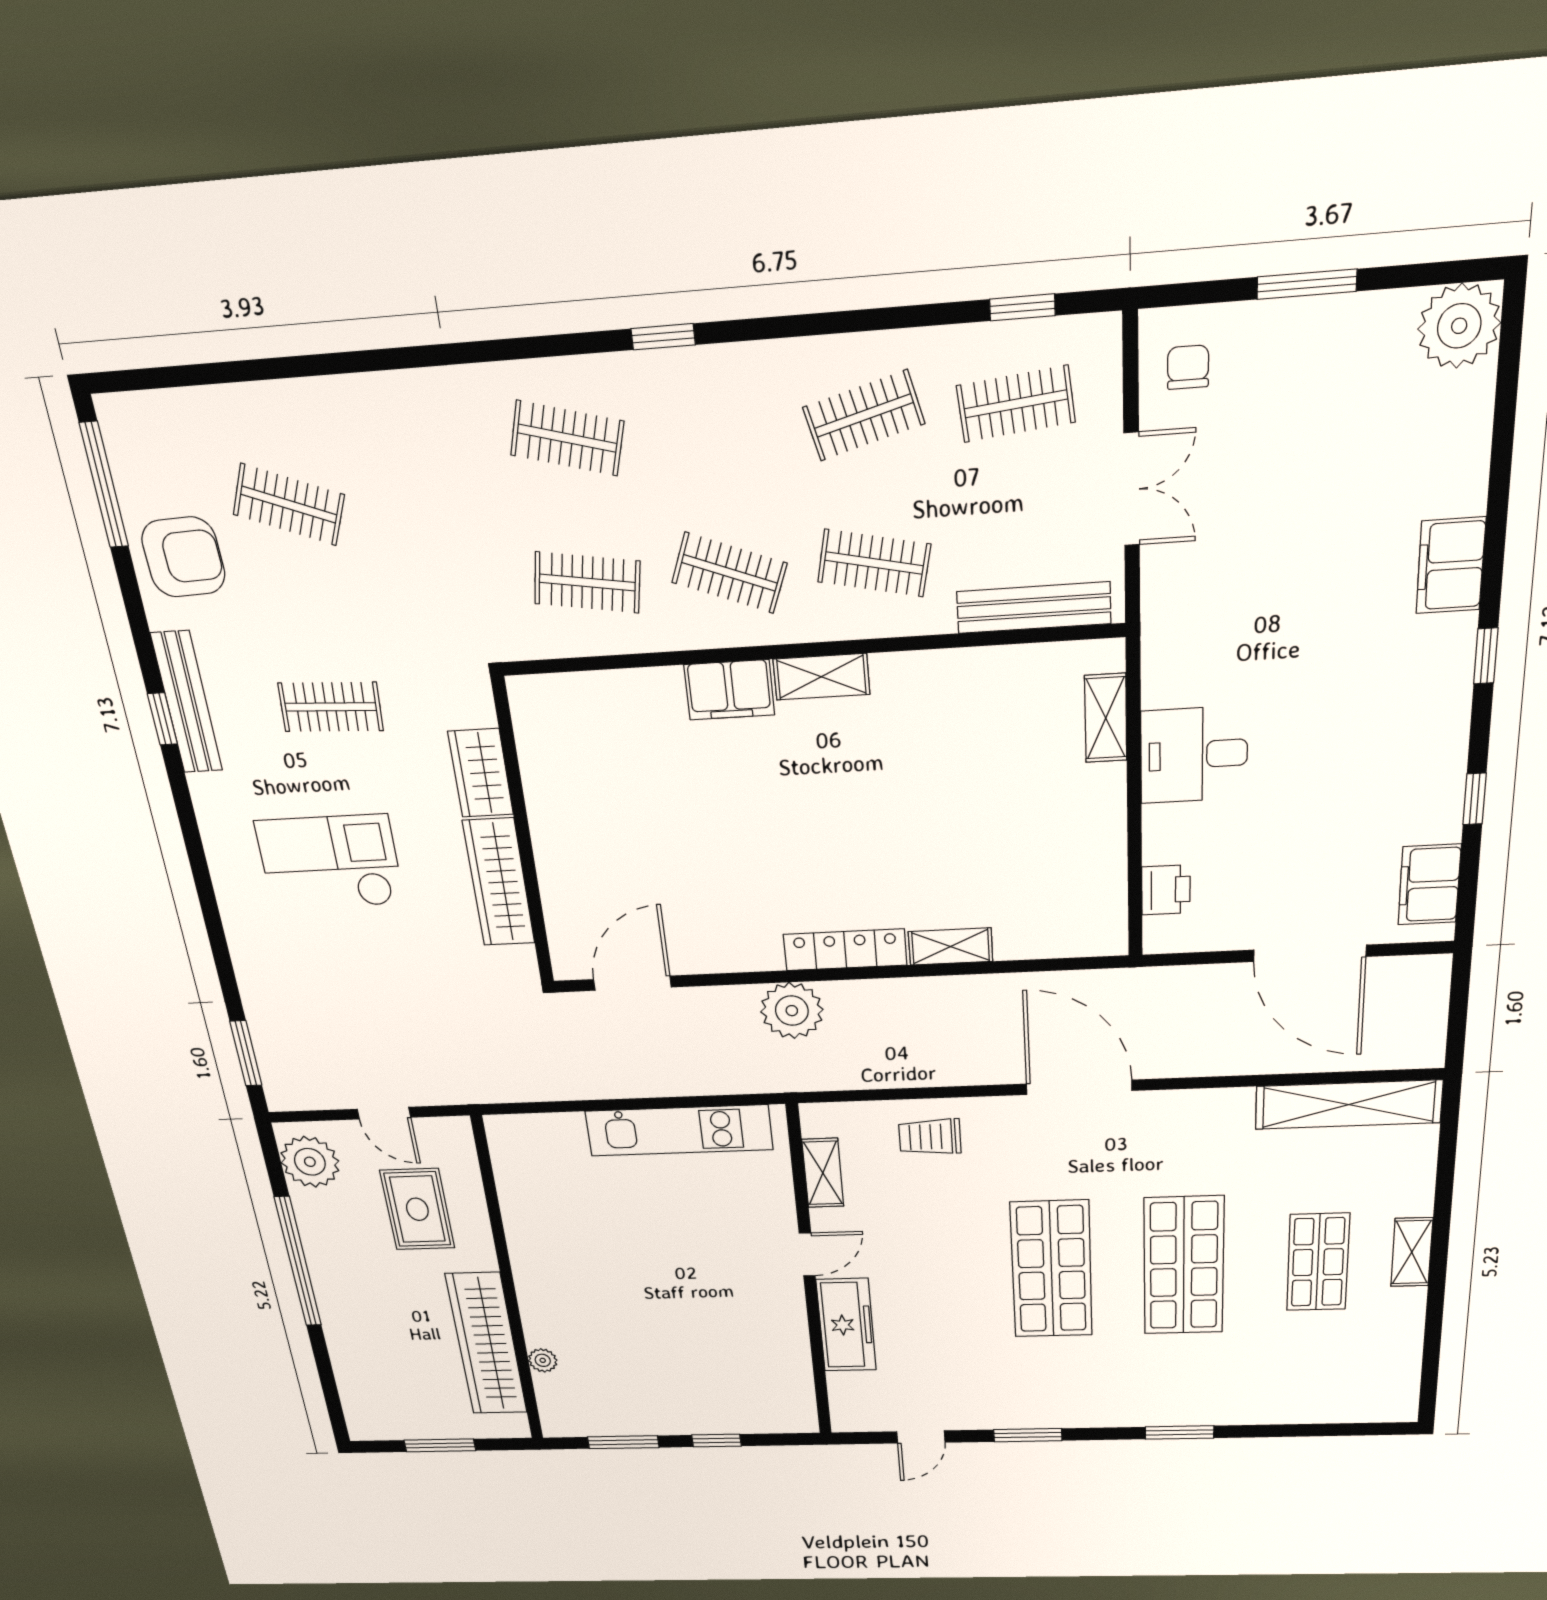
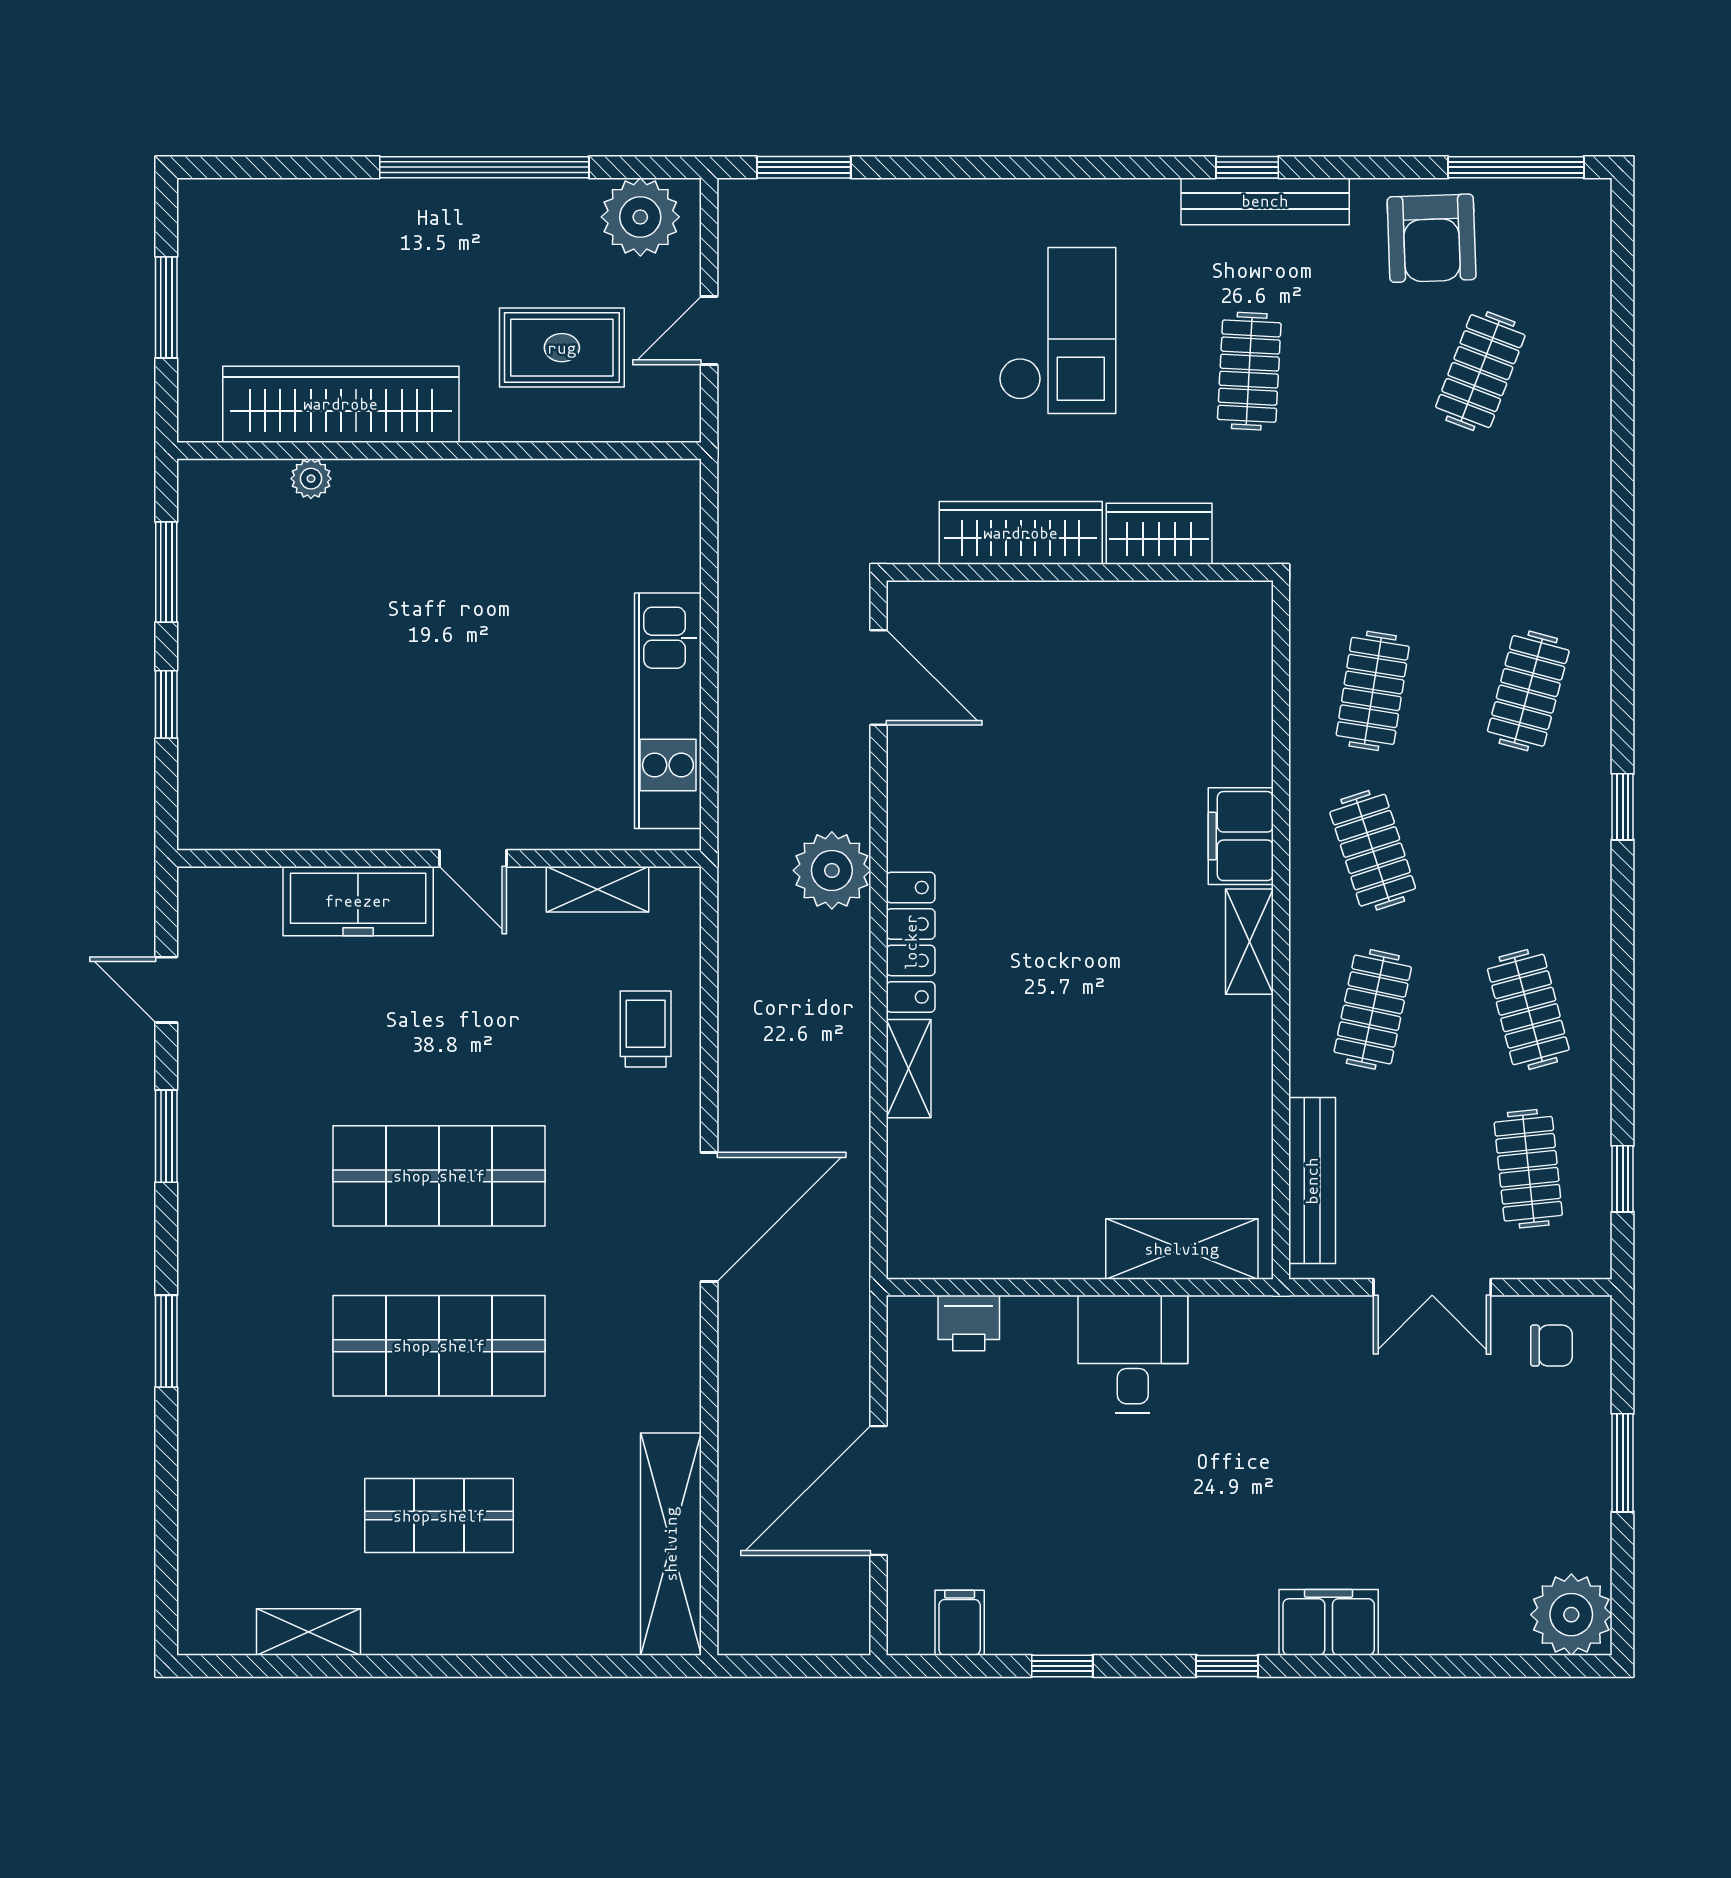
clothes rail: (729, 573) -> (1373, 850), turned -39
shelving: (1106, 718) -> (1182, 1249), width x1.50, depth x1.33
filing cabinet: (1429, 885) -> (960, 1623), width x0.50
shelving: (1412, 1252) -> (308, 1632), moved

